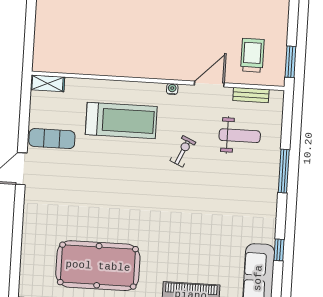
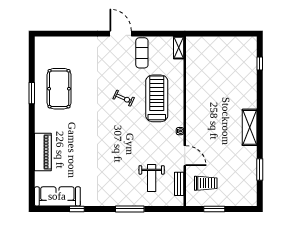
window: (290, 62) -> (214, 209), moved
treadmill: (121, 121) -> (157, 98), turned 180
exercise bike: (183, 151) -> (124, 98), moved
pool table: (98, 266) -> (59, 89), width x0.73, depth x0.76

